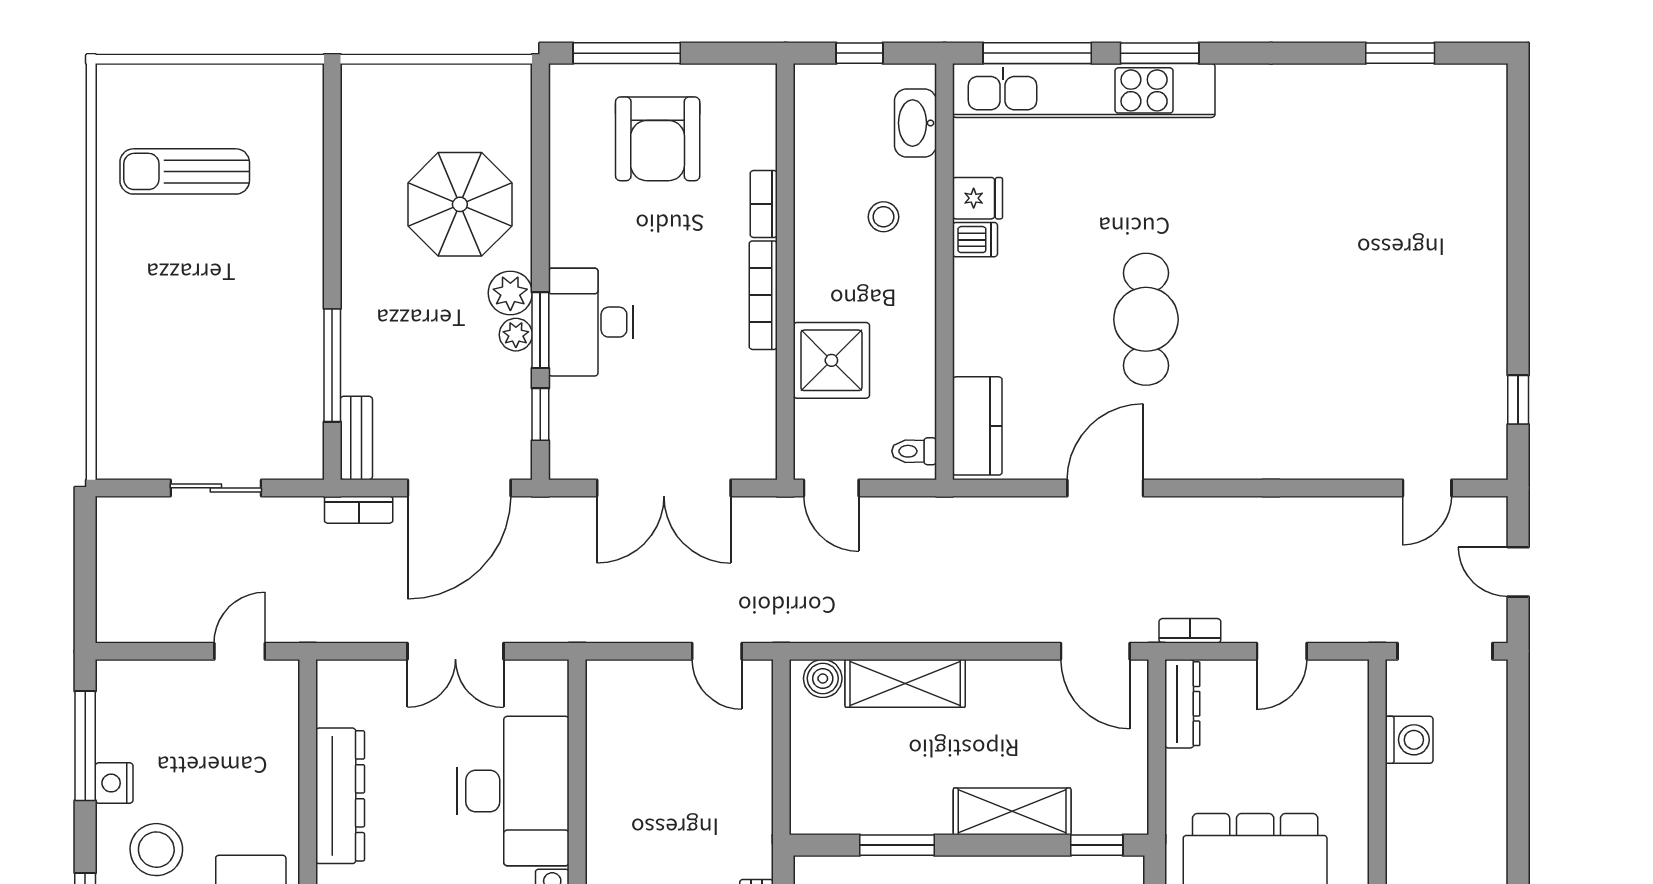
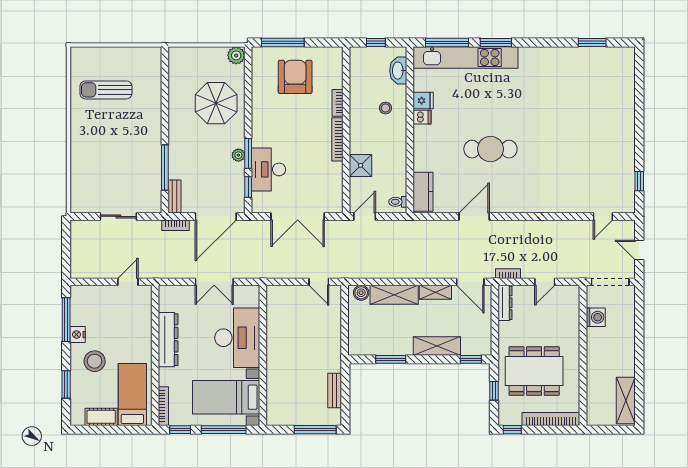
armchair: (658, 139) -> (295, 77), turned 180
plant: (510, 293) -> (236, 55), moved
cafe table: (1146, 319) -> (490, 149), turned 90
desk: (591, 322) -> (268, 169), moved
shower: (831, 360) -> (361, 165), width x0.73, depth x0.73
door: (831, 488) -> (365, 216), swing flipped
shelving: (1008, 677) -> (435, 292), added

